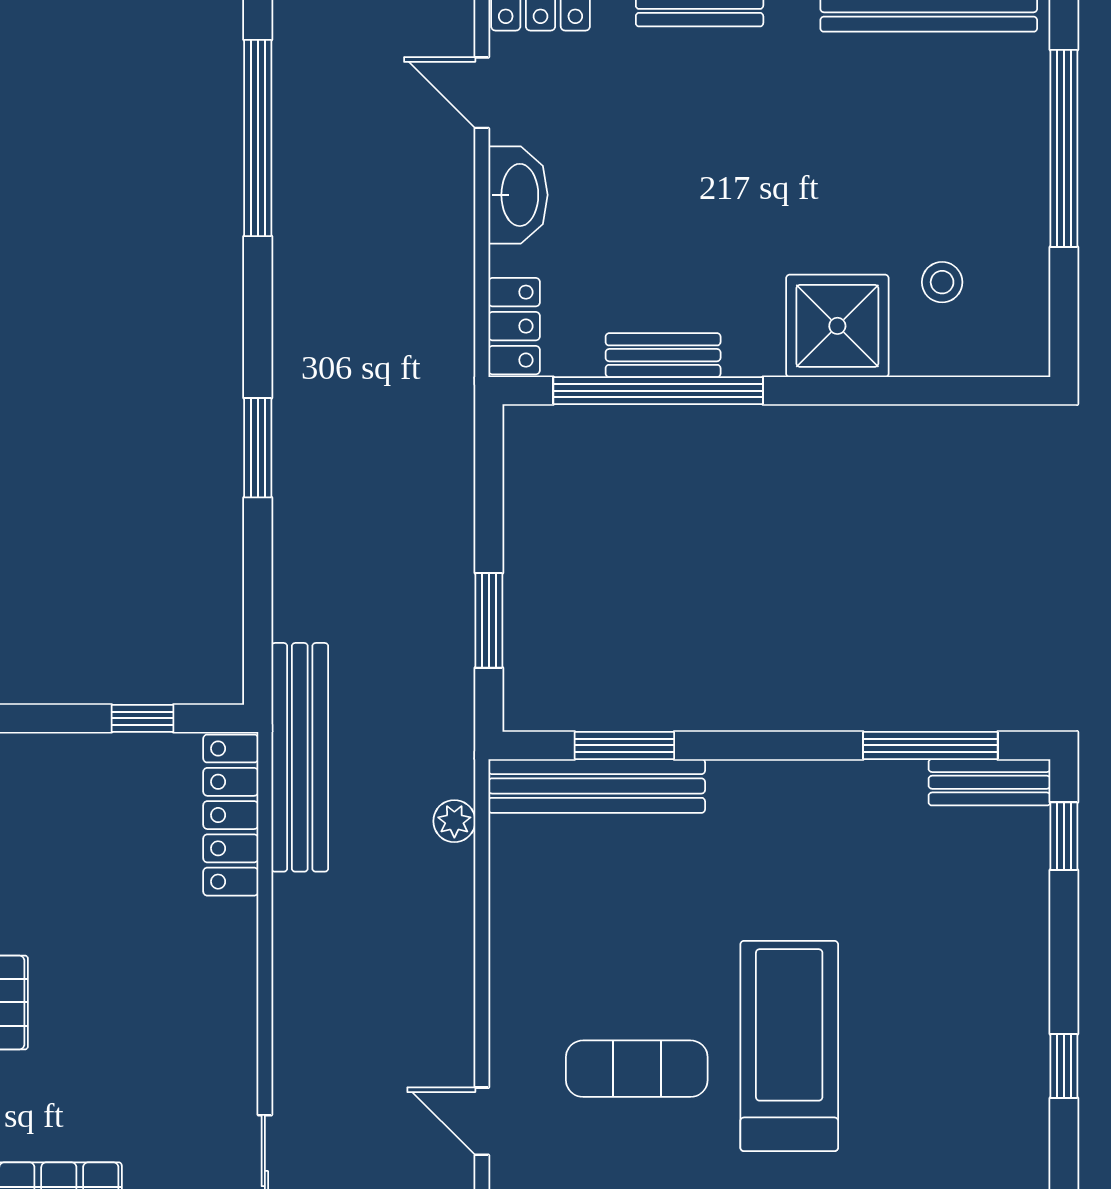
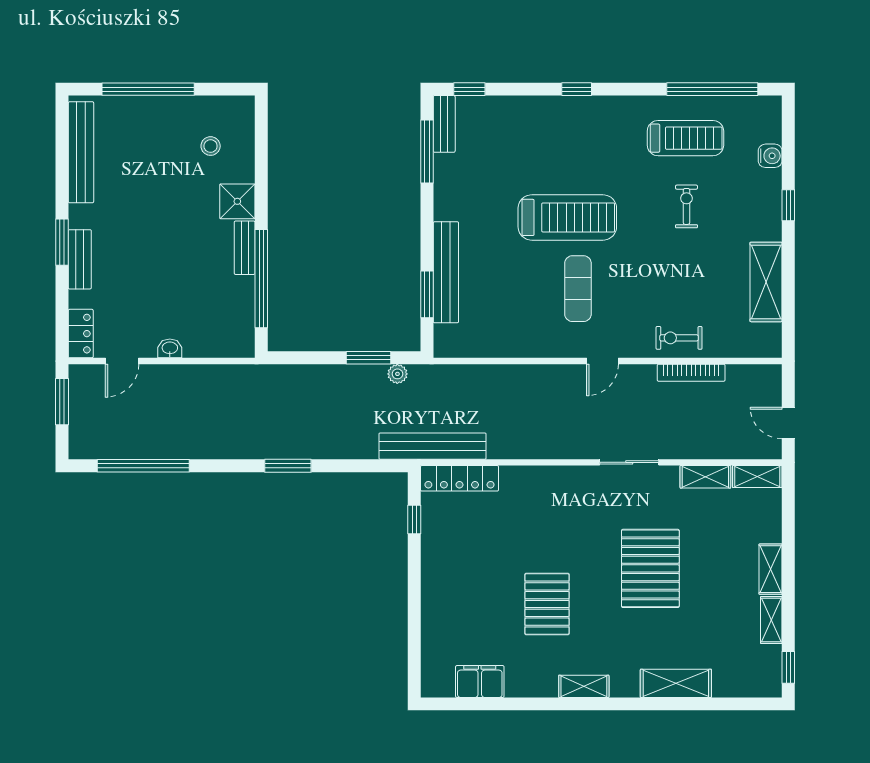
washbasin: (518, 195) -> (170, 348), width x0.52, depth x0.69
locker: (514, 326) -> (231, 346), removed
shower: (837, 326) -> (237, 201), width x0.73, depth x0.73
bench: (663, 355) -> (245, 248), moved
bench: (597, 786) -> (446, 272), moved
plant: (454, 821) -> (397, 374), moved
treadmill: (789, 1046) -> (567, 217), turned 180

